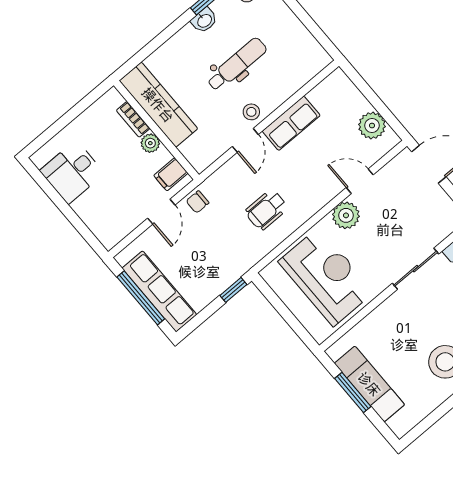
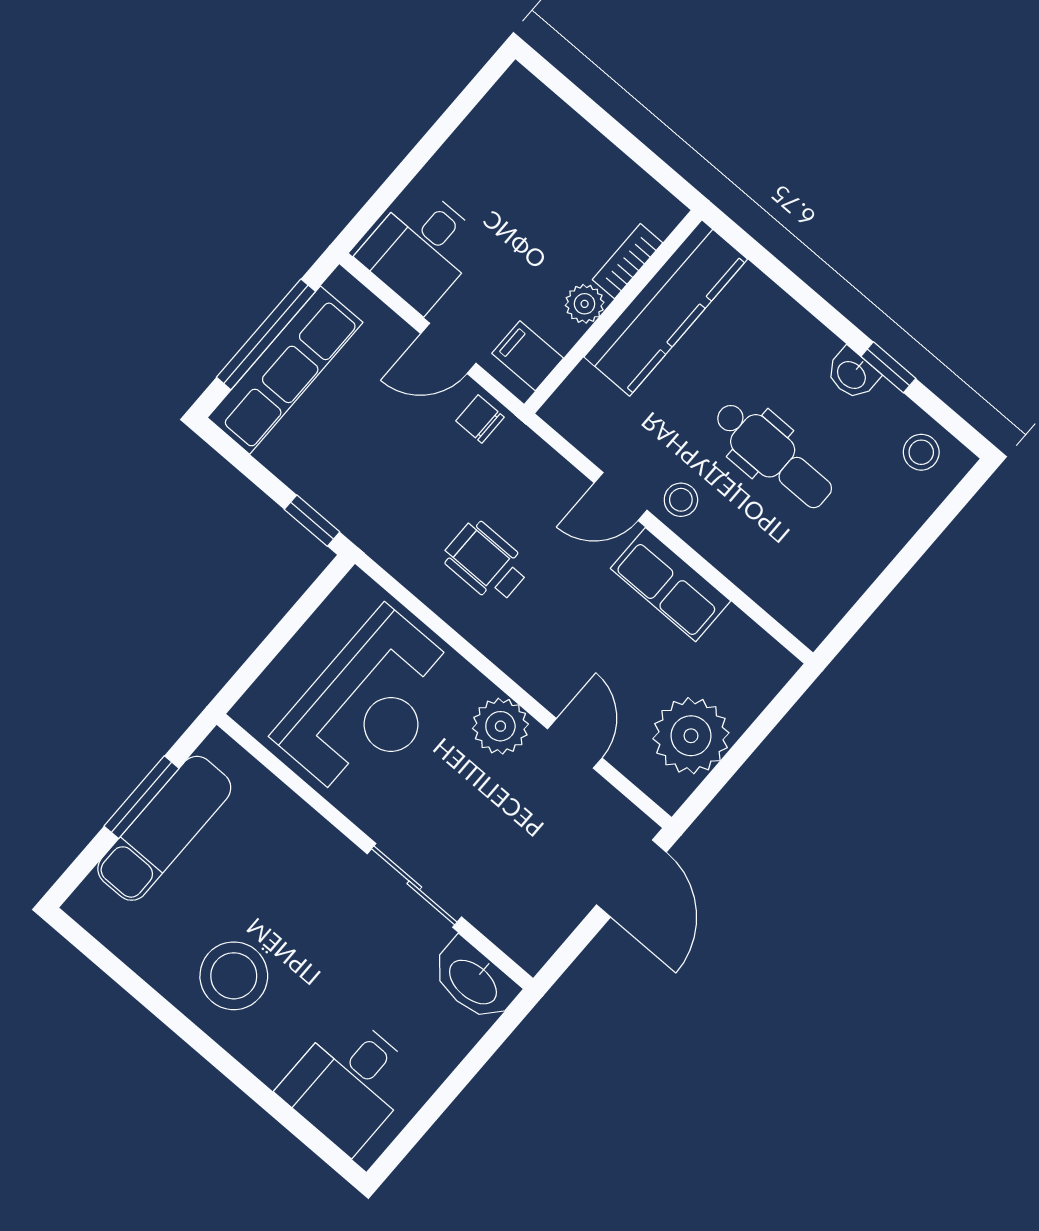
plant: (372, 126) -> (691, 736), width x1.36, depth x1.36
desk: (72, 172) -> (421, 249), moved, turned -90

